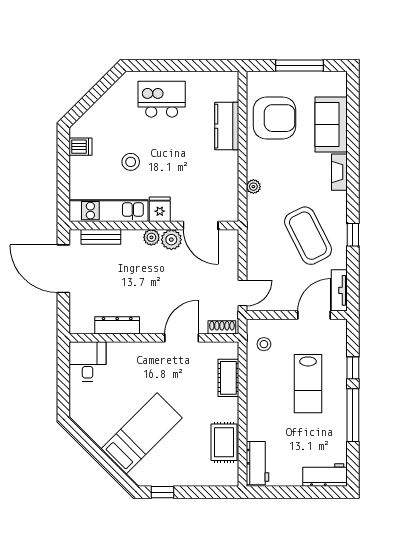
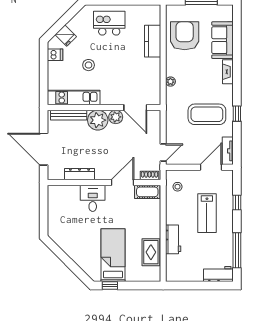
armchair: (274, 118) -> (185, 36), turned -90
fridge: (160, 209) -> (66, 36), moved, turned 135
coffee table: (308, 236) -> (207, 114), turned -63
bench: (101, 237) -> (69, 115), width x1.36
plant: (151, 237) -> (98, 120), width x1.87, depth x1.87
door: (63, 269) -> (44, 149), moved
desk: (88, 361) -> (93, 198), moved
cot: (228, 378) -> (147, 192), moved, turned 90
window: (353, 415) -> (237, 250), moved
bed: (142, 433) -> (113, 255), moved, turned -45
workbench: (257, 463) -> (173, 239), moved

